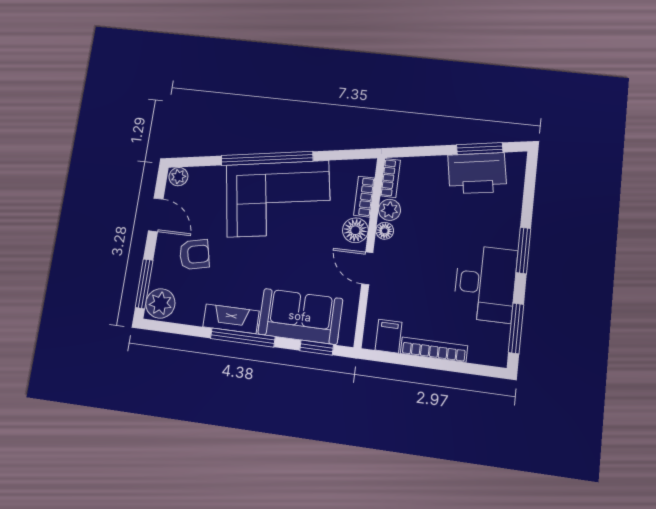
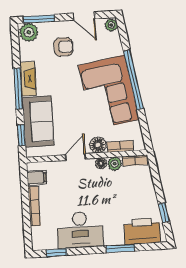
window: (480, 149) -> (164, 213), width x0.67
printer: (477, 173) -> (142, 231), moved, turned 99
door: (156, 215) -> (84, 16), hinge flipped
window: (523, 250) -> (120, 248), moved
armchair: (194, 255) -> (63, 47), turned -77
window: (516, 328) -> (57, 253), width x0.67

